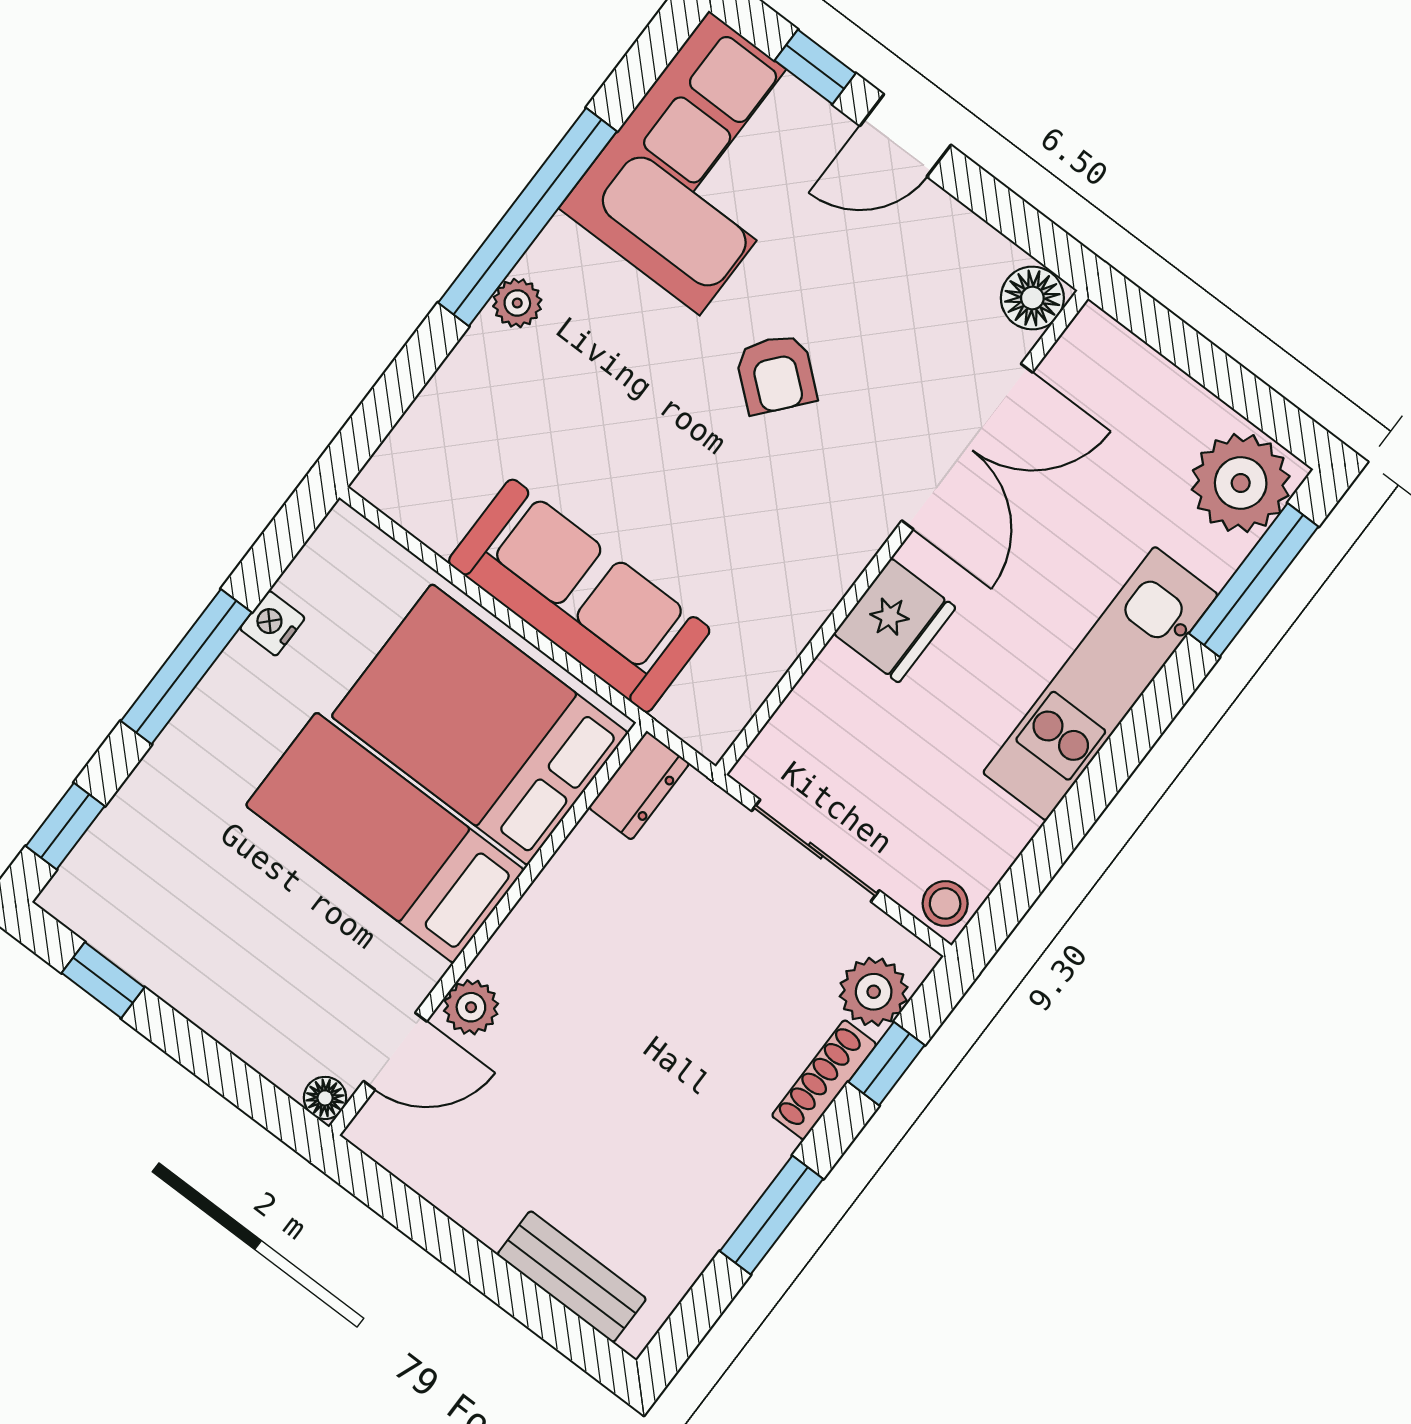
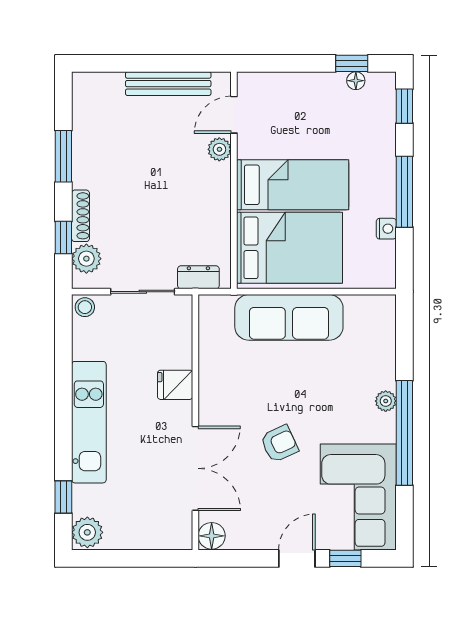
armchair: (776, 374) -> (279, 444), turned 115
double door: (967, 447) -> (195, 468), swing flipped
plant: (1241, 483) -> (87, 532), width x0.73, depth x0.73
window: (1254, 580) -> (63, 497), width x0.46
fridge: (895, 621) -> (175, 385), width x0.72
dresser: (639, 785) -> (198, 277), moved, turned 90
floor lamp: (325, 1098) -> (356, 81), moved
bench: (572, 1277) -> (168, 84), moved, width x1.36

